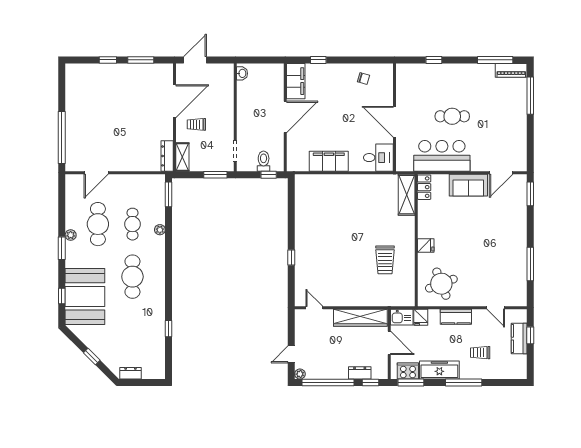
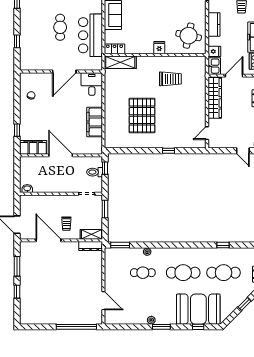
pallet: (337, 223) -> (142, 116), added
cafe table: (98, 224) -> (224, 273), moved
round table: (441, 284) -> (189, 36), turned 33

